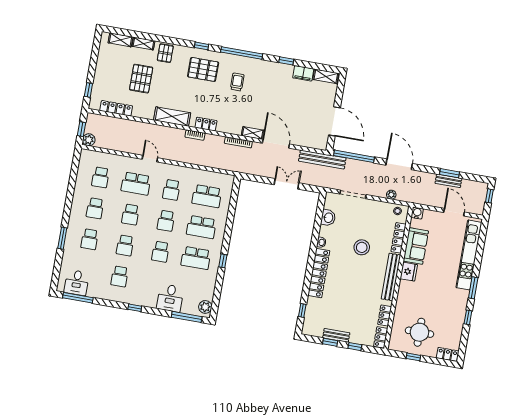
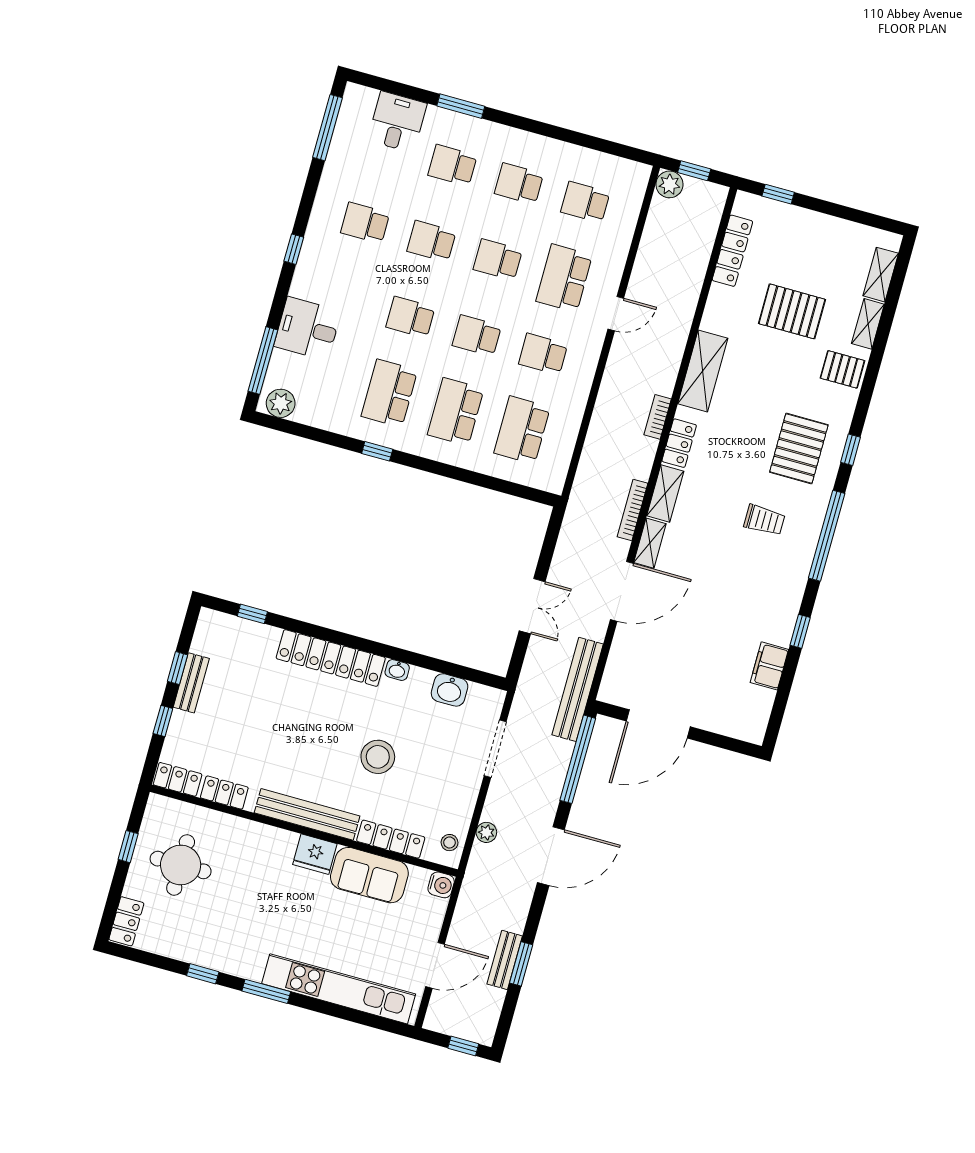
shelving: (326, 76) -> (665, 494), moved
desk: (77, 283) -> (397, 122), moved, turned 90

